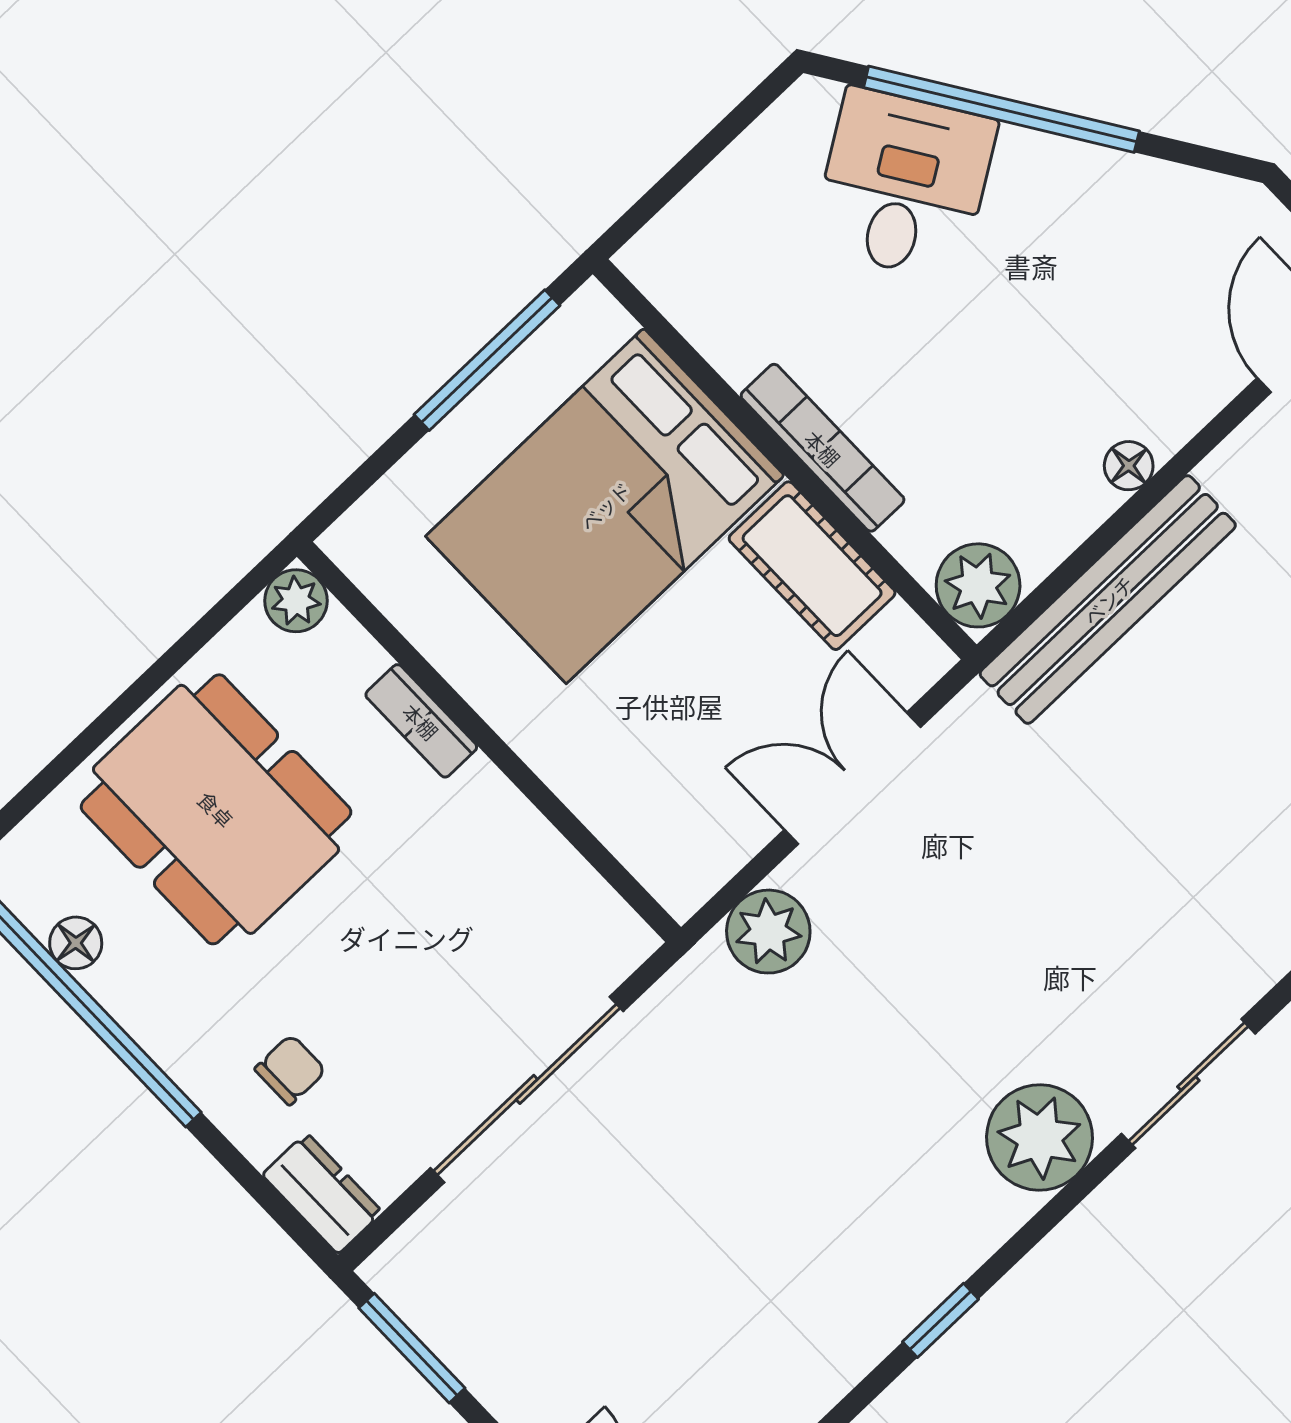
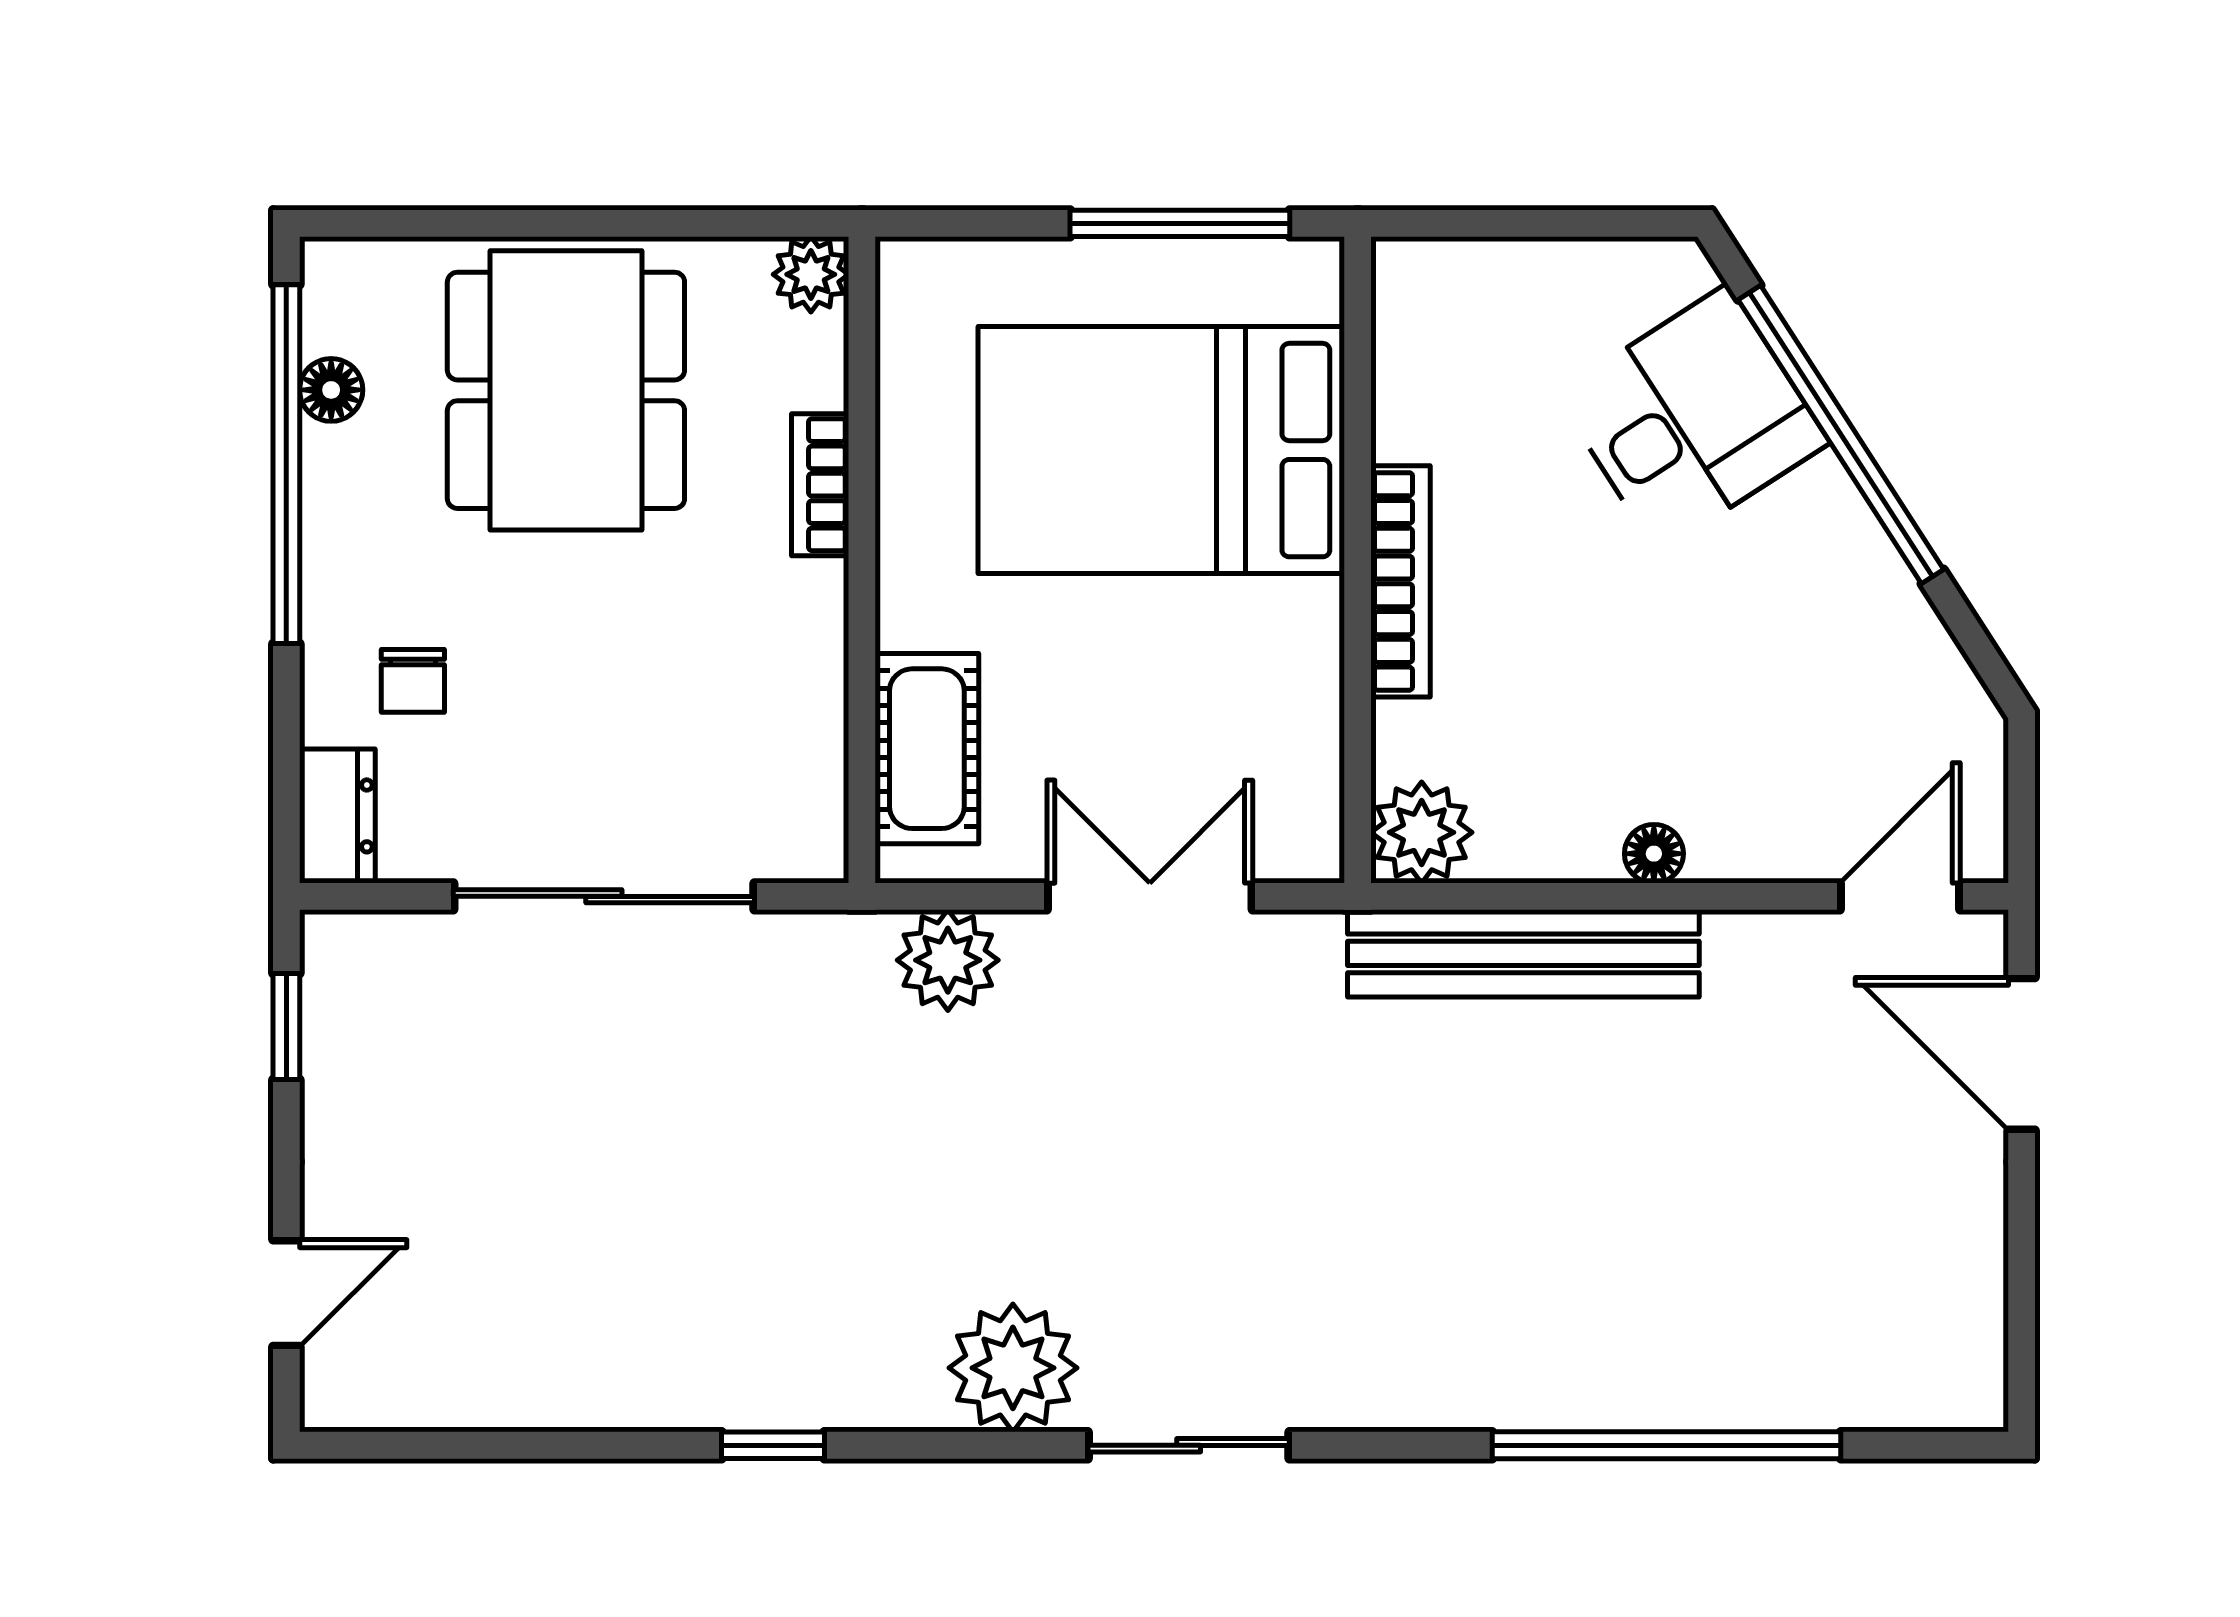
cot: (812, 566) -> (927, 749), moved
chair: (290, 1070) -> (413, 681), turned 90
window: (412, 1348) -> (286, 1027), width x0.67

